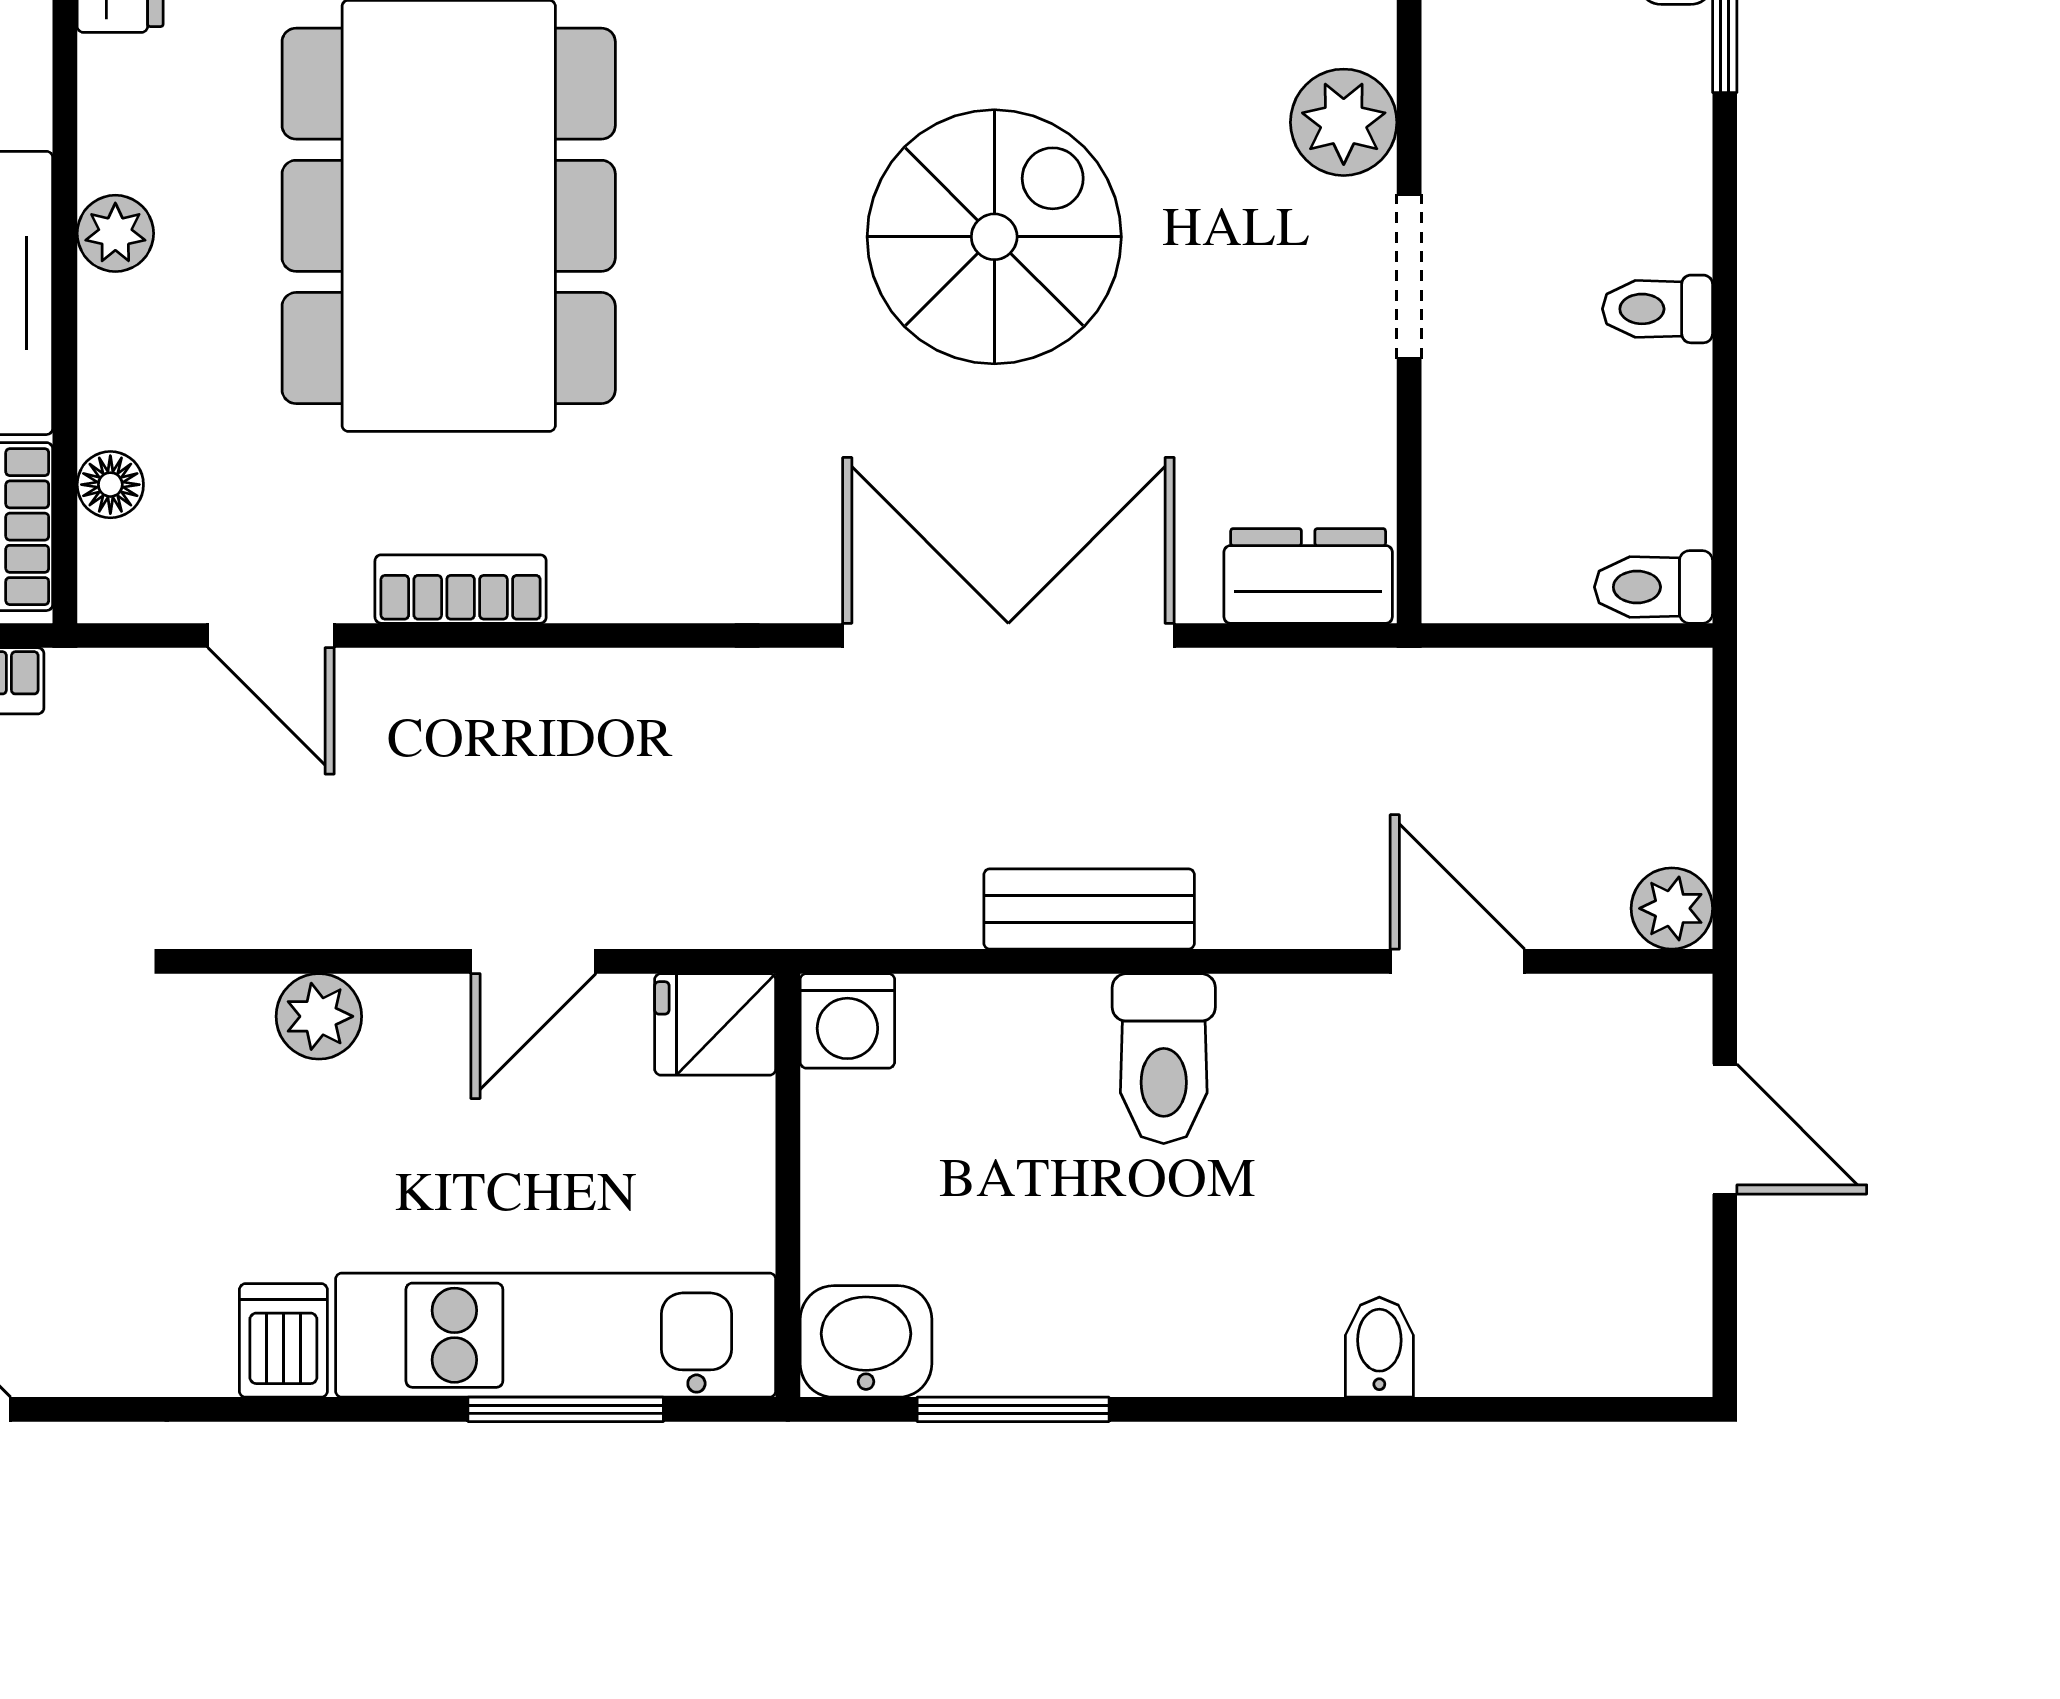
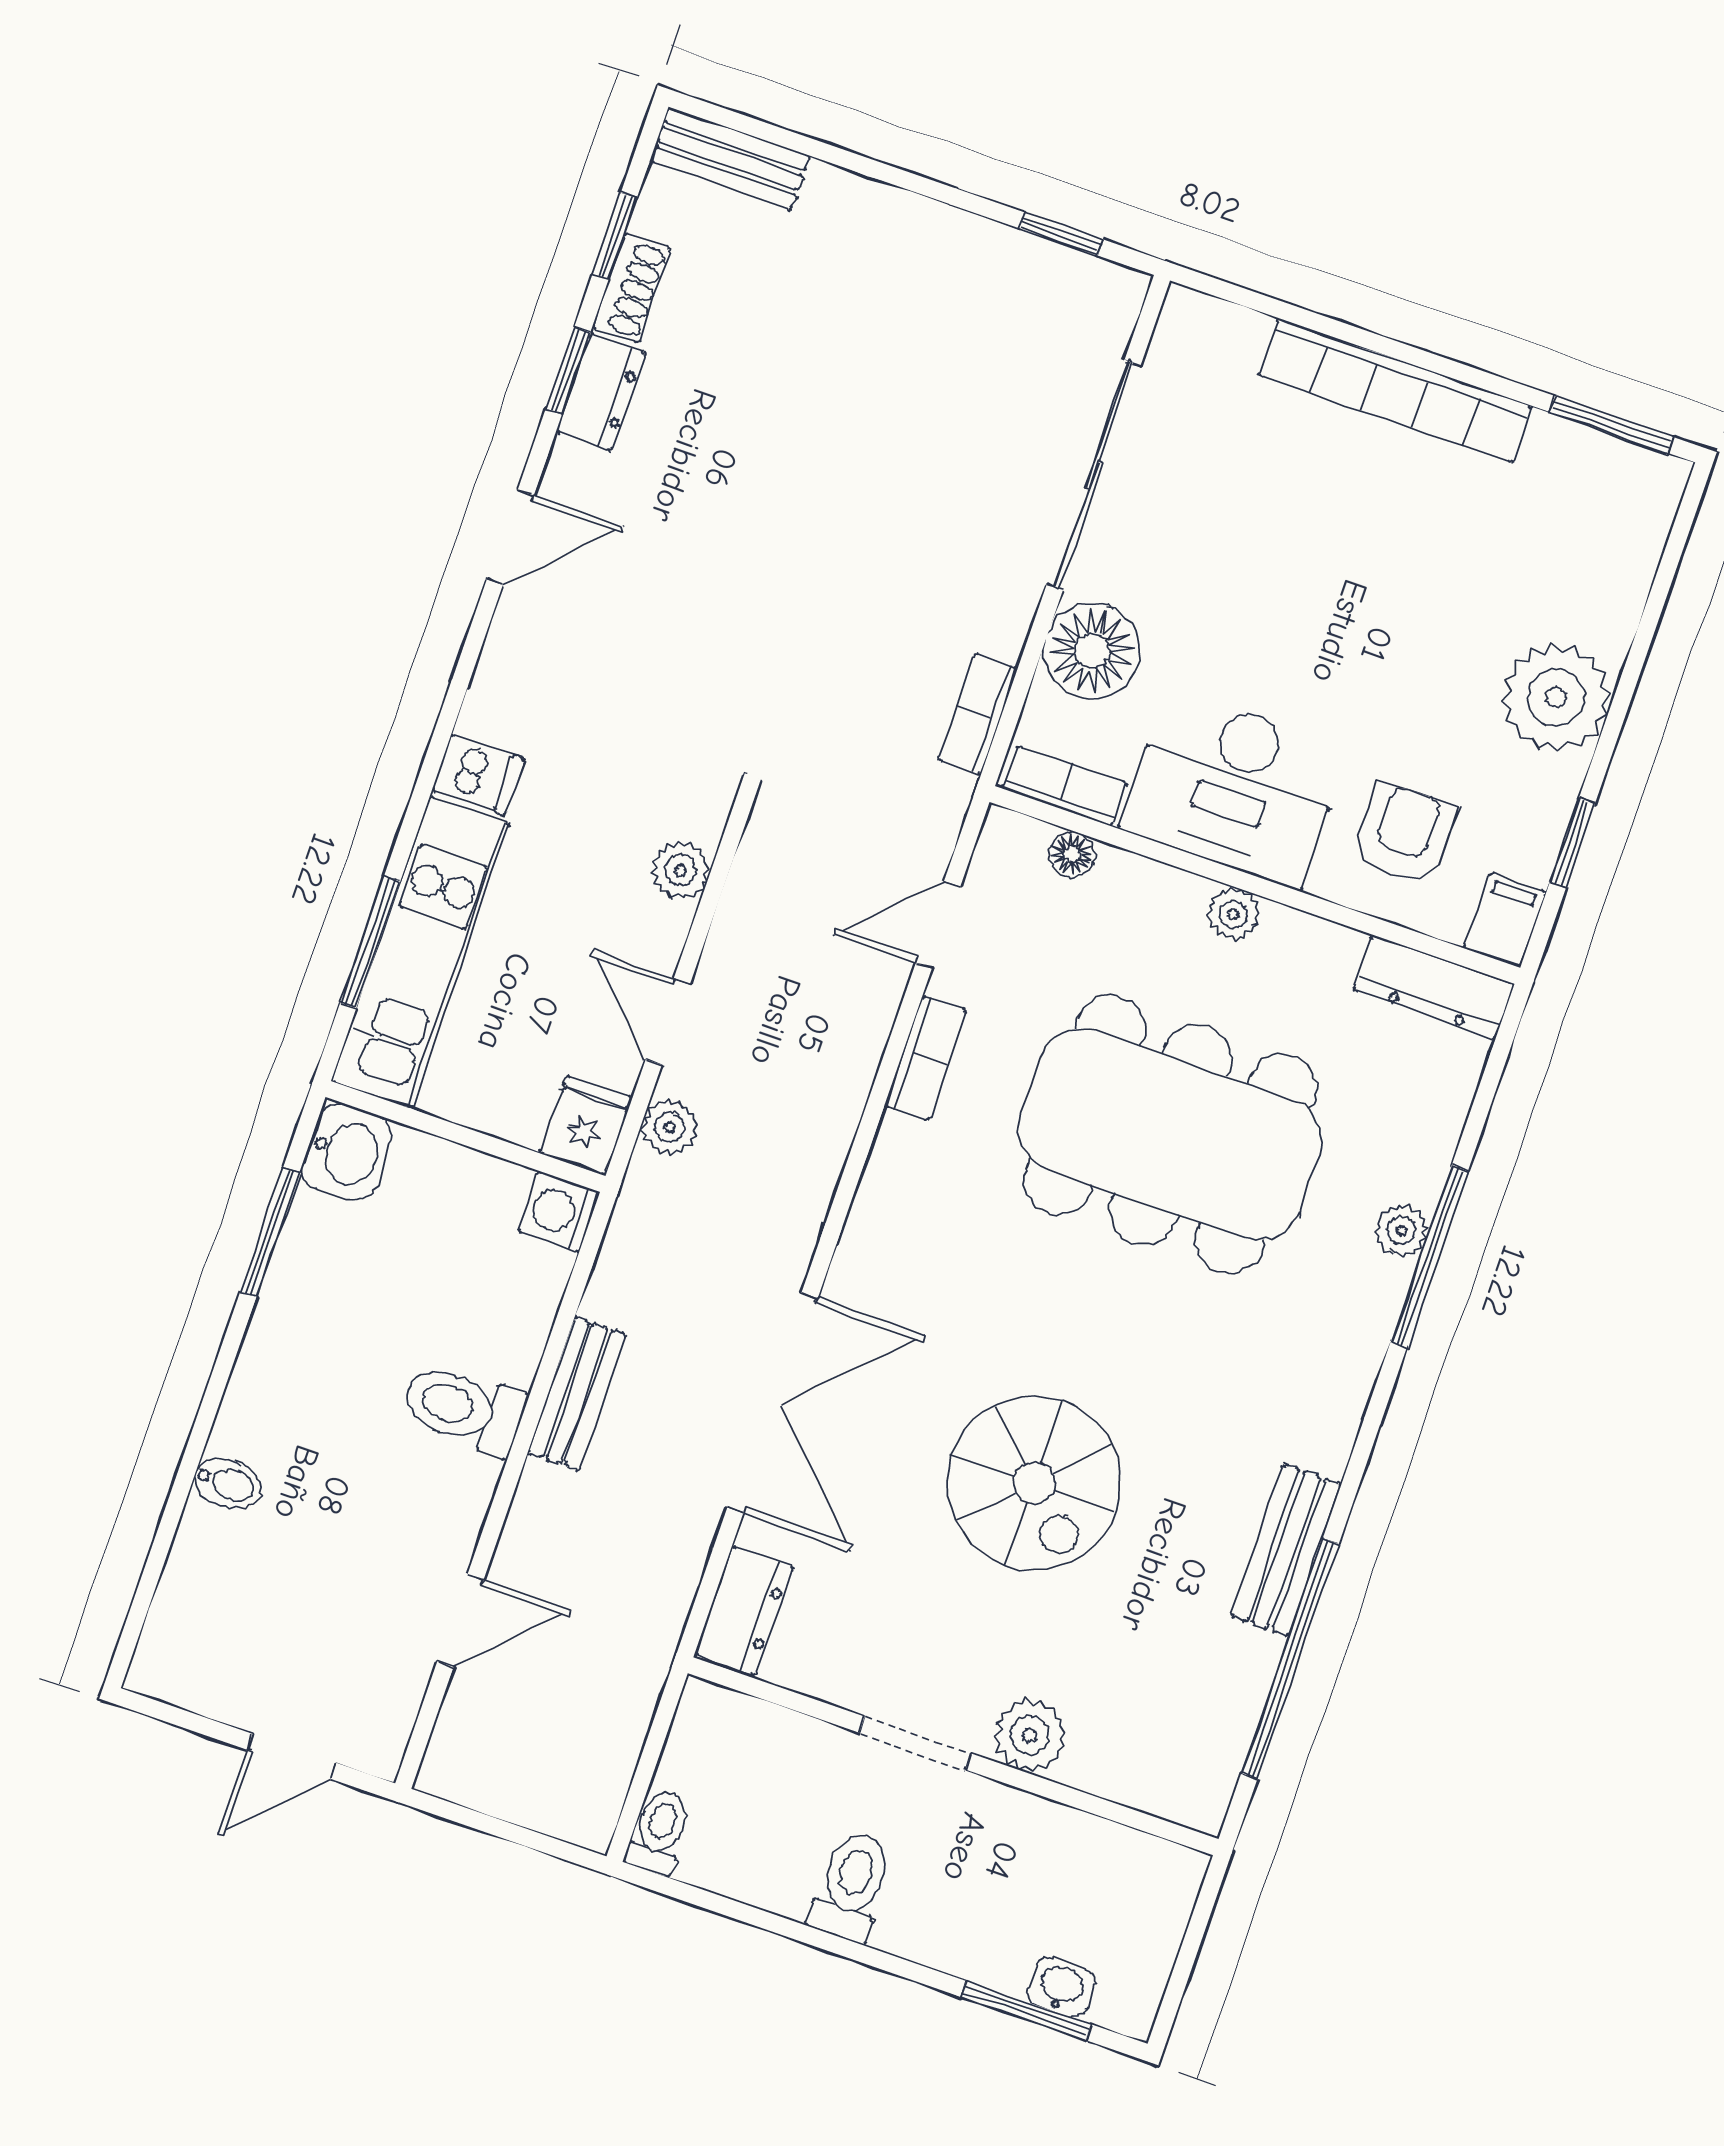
toilet: (1657, 309) -> (851, 1886), width x1.37, depth x1.39
plant: (1672, 908) -> (670, 1127), moved

